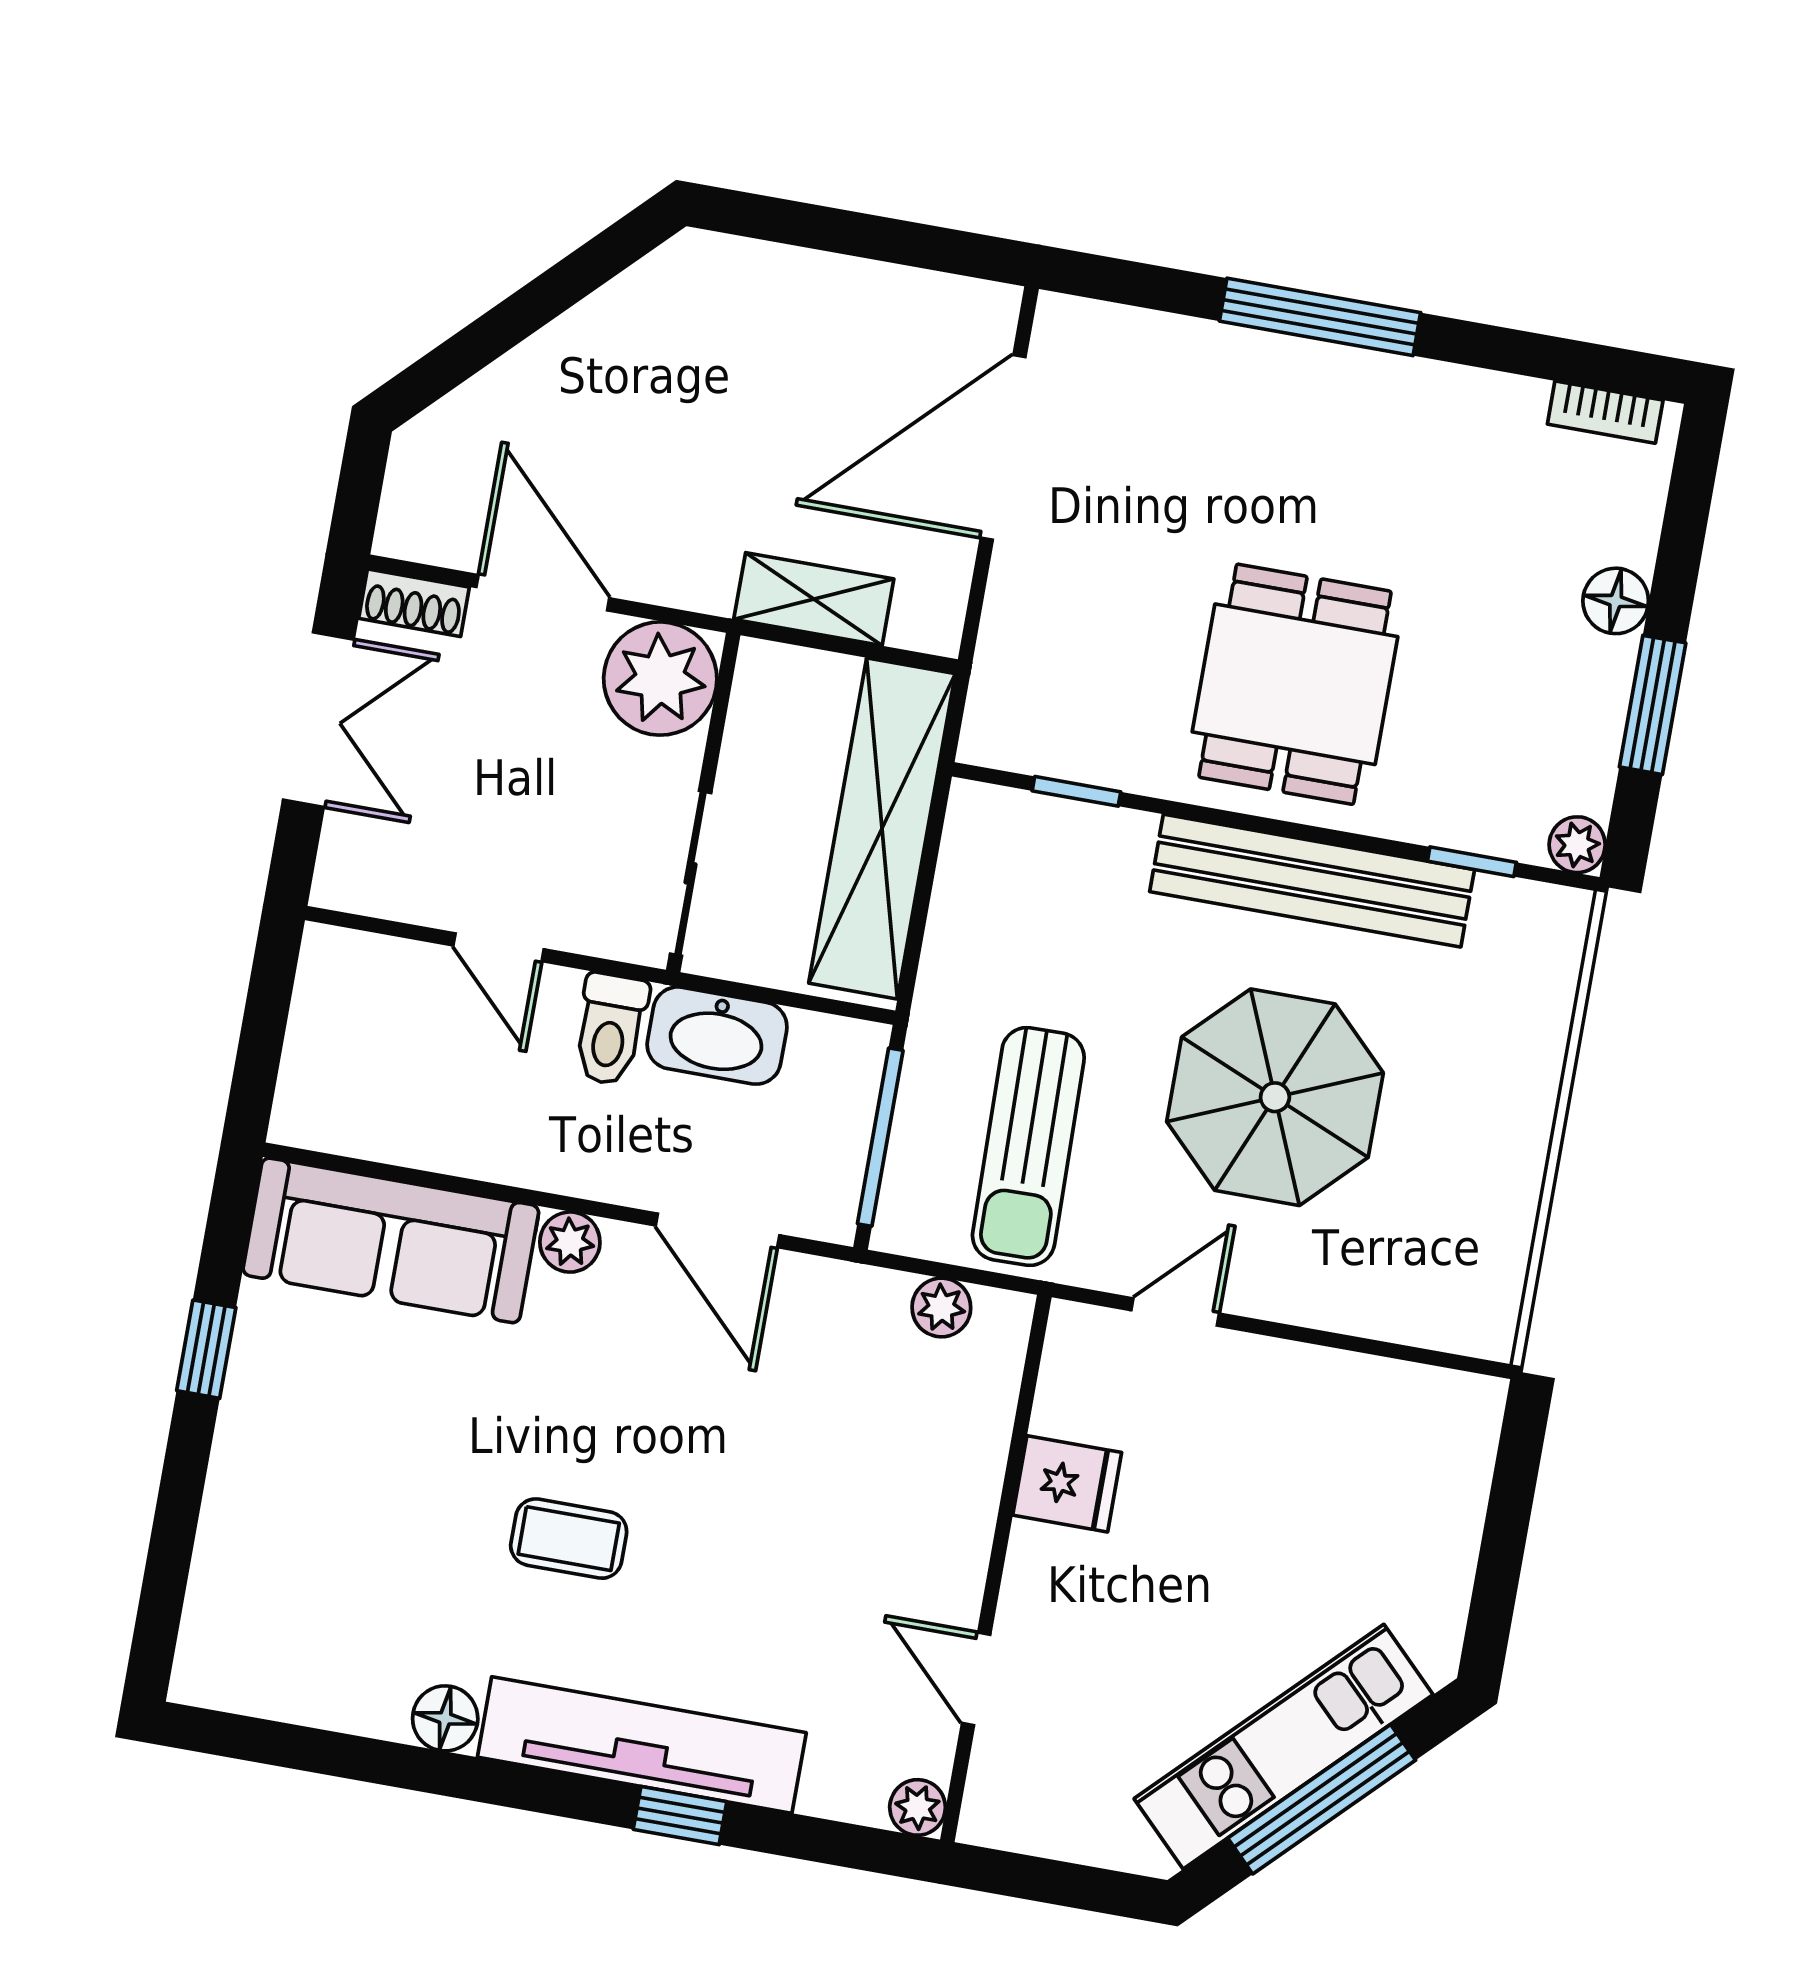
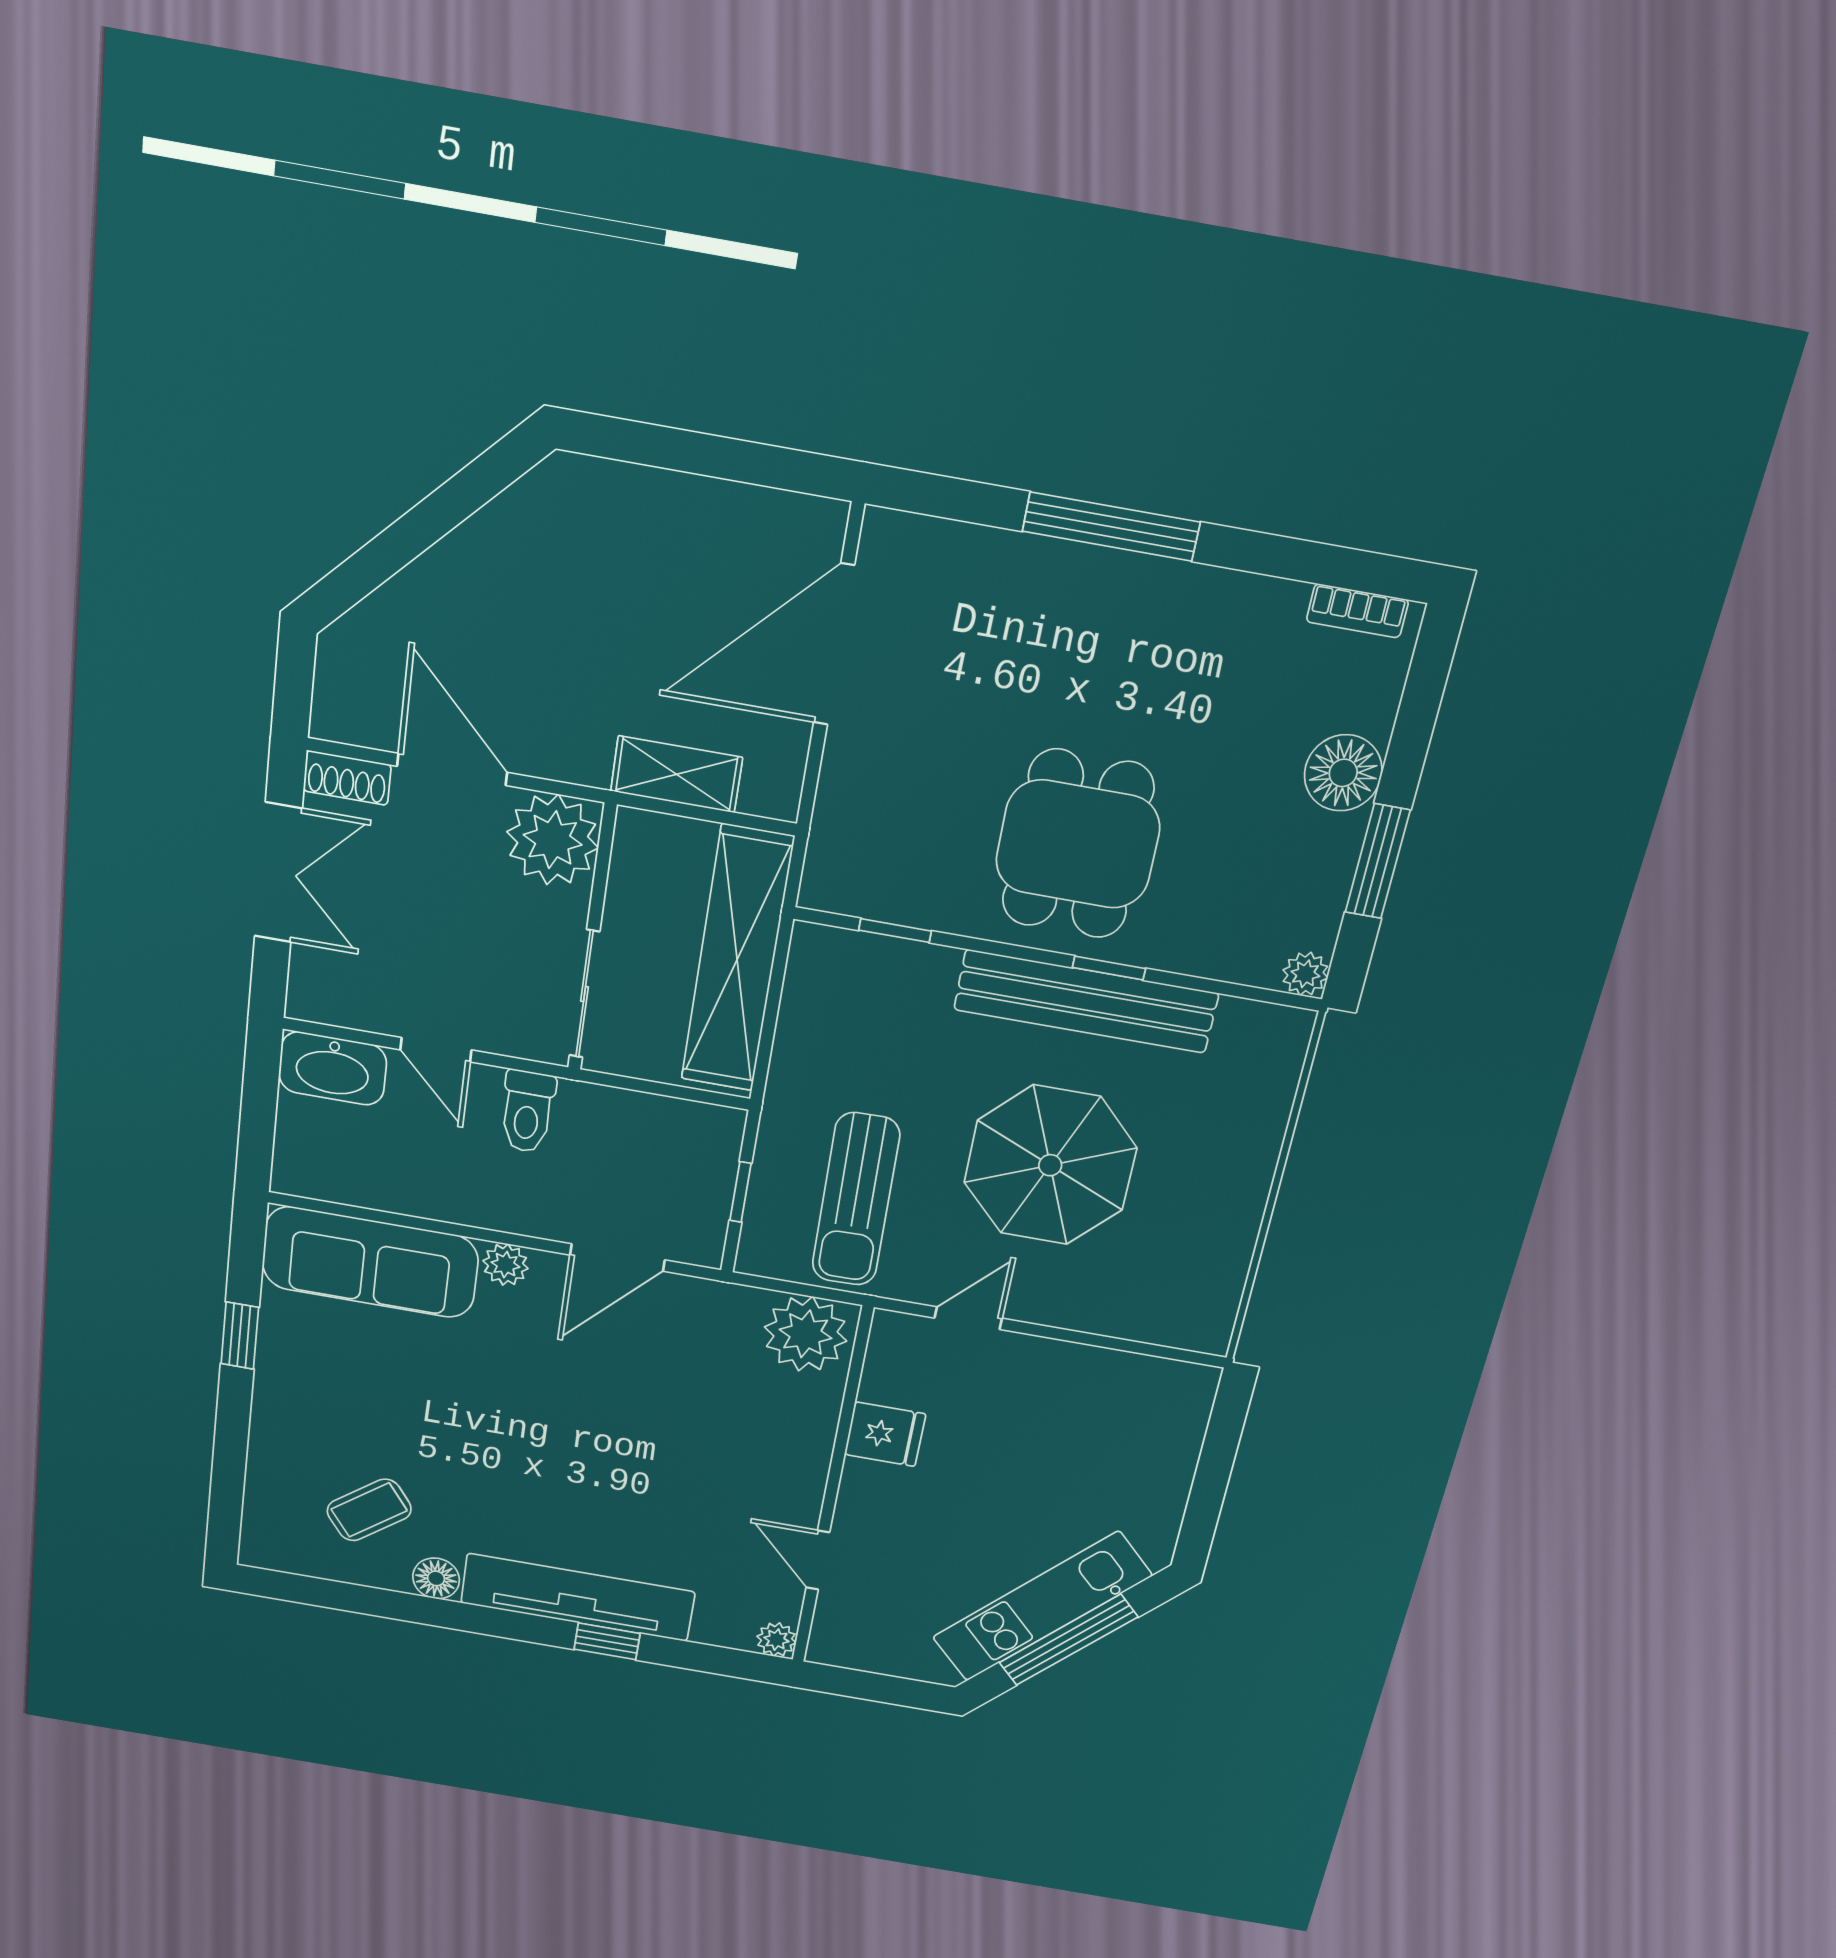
floor lamp: (1616, 601) -> (1343, 773), width x1.38, depth x1.38
window: (1472, 862) -> (1109, 968), moved
washbasin: (717, 1036) -> (333, 1068), moved
window: (880, 1137) -> (740, 1192), width x0.46
door: (718, 1230) -> (617, 1258), hinge flipped
plant: (941, 1307) -> (806, 1334), width x1.87, depth x1.87
coffee table: (569, 1539) -> (369, 1510), moved, turned -37

